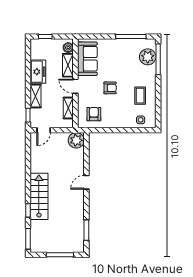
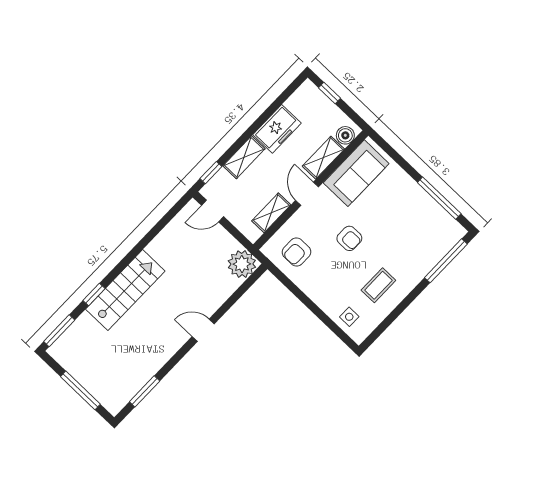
plant: (148, 57) -> (436, 245), removed
armchair: (94, 114) -> (296, 252), turned 180

